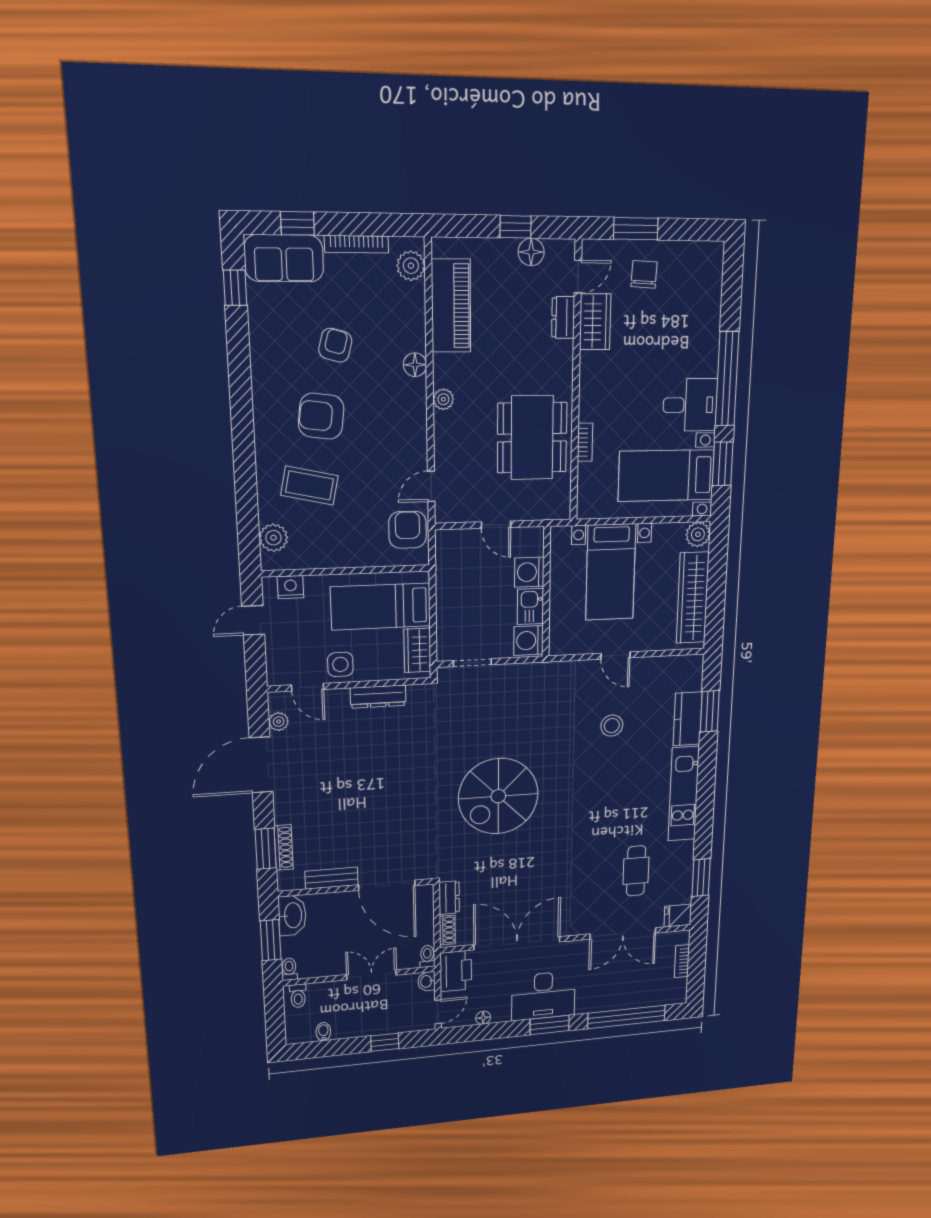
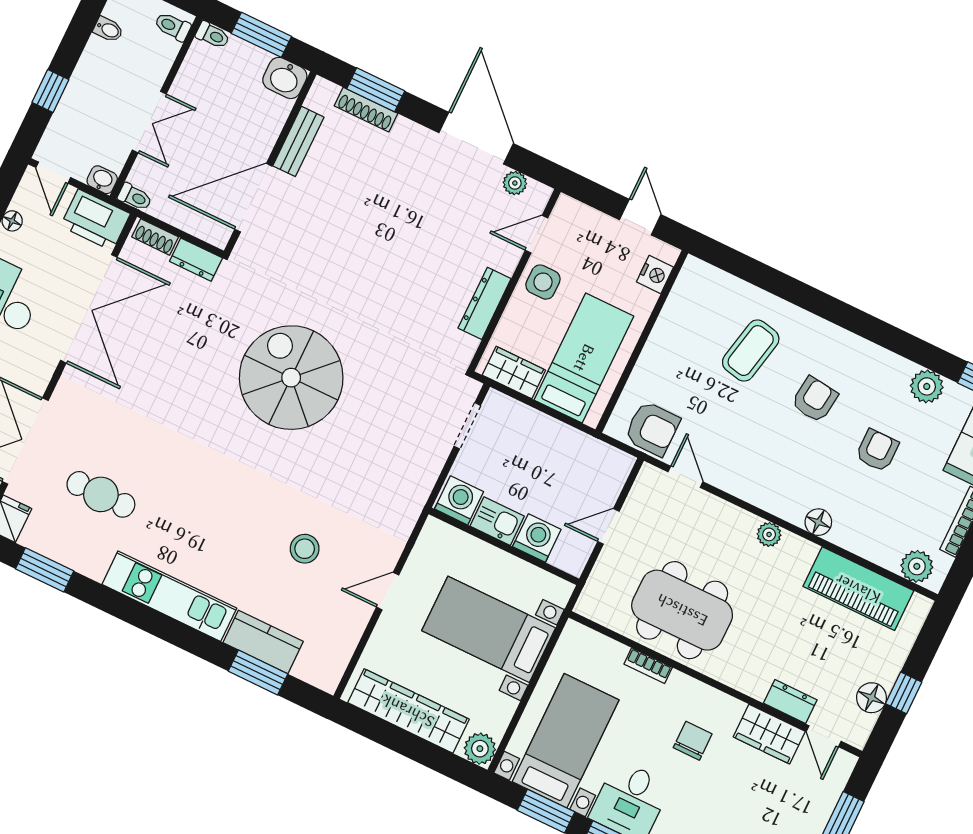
chair: (644, 274) -> (693, 741), moved, turned -93
armchair: (335, 345) -> (877, 450), turned -105
armchair: (321, 416) -> (815, 399), width x0.72, depth x0.72
plant: (273, 538) -> (927, 386), moved
washbasin: (292, 915) -> (285, 78), width x0.72

